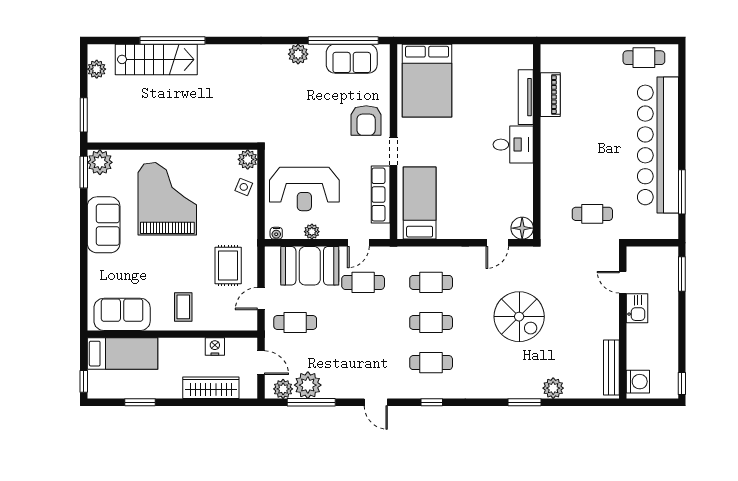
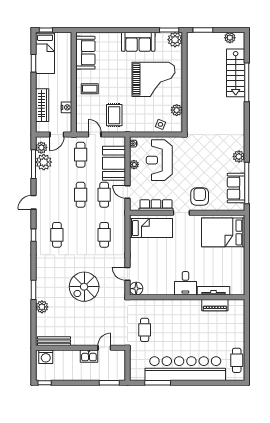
armchair: (366, 121) -> (200, 197), turned 90
plant: (248, 159) -> (177, 110), moved
rug: (228, 265) -> (114, 115), turned 90
cafe table: (431, 323) -> (81, 195), moved
bed: (123, 354) -> (45, 53), moved

